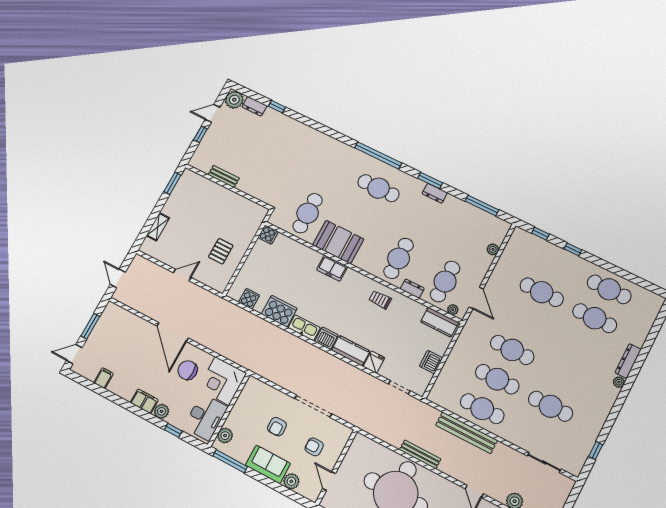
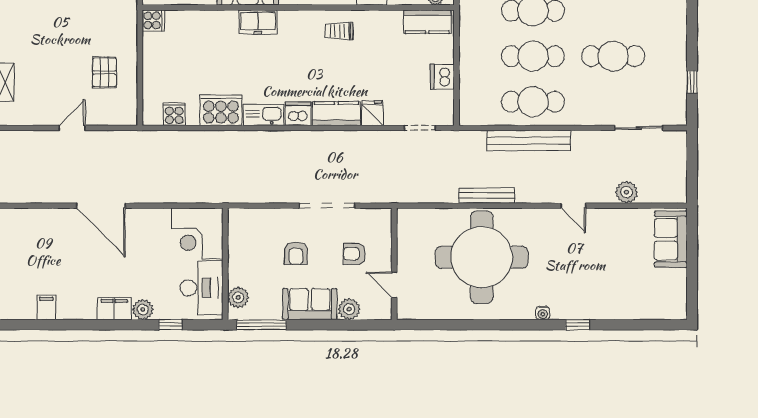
chair: (188, 370) -> (147, 243), removed

